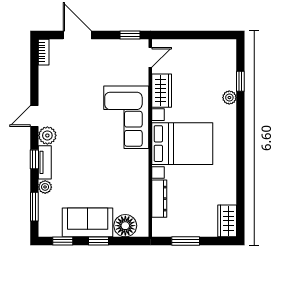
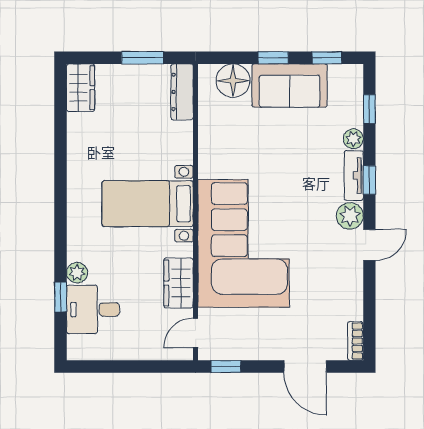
desk: (219, 73) -> (93, 309), added
corner sofa: (126, 117) -> (244, 243), width x1.36, depth x1.36
bed with nightstands: (182, 144) -> (148, 204), width x0.73
dresser: (159, 199) -> (182, 92), moved
window: (34, 207) -> (369, 109), width x0.67

